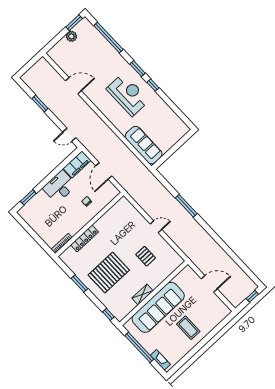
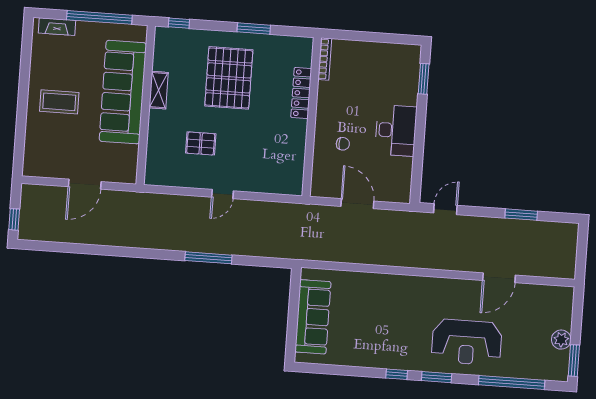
reception desk: (128, 95) -> (467, 342), moved
sofa: (144, 145) -> (313, 317), moved, turned -90
filing cabinet: (77, 164) -> (400, 180), removed

